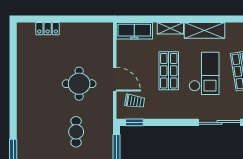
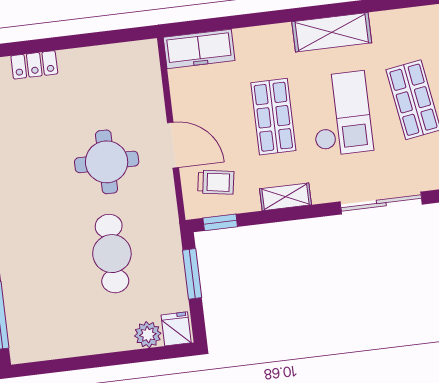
shelving: (170, 28) -> (286, 197), moved
cafe table: (76, 132) -> (112, 254), width x1.37, depth x1.35

